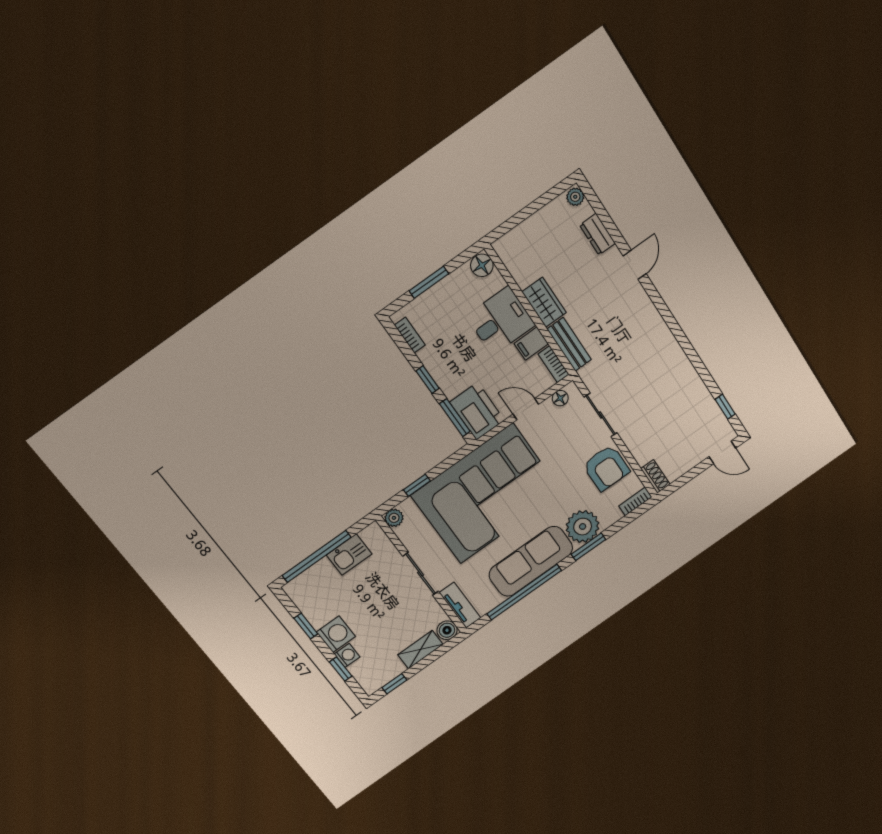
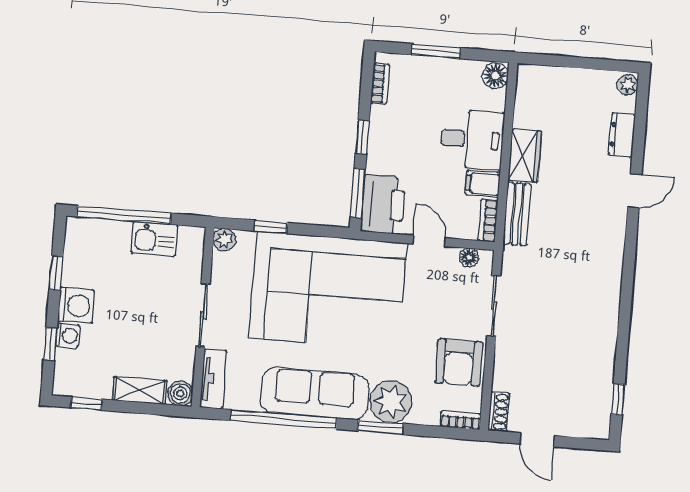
door: (722, 452) -> (537, 440), moved

